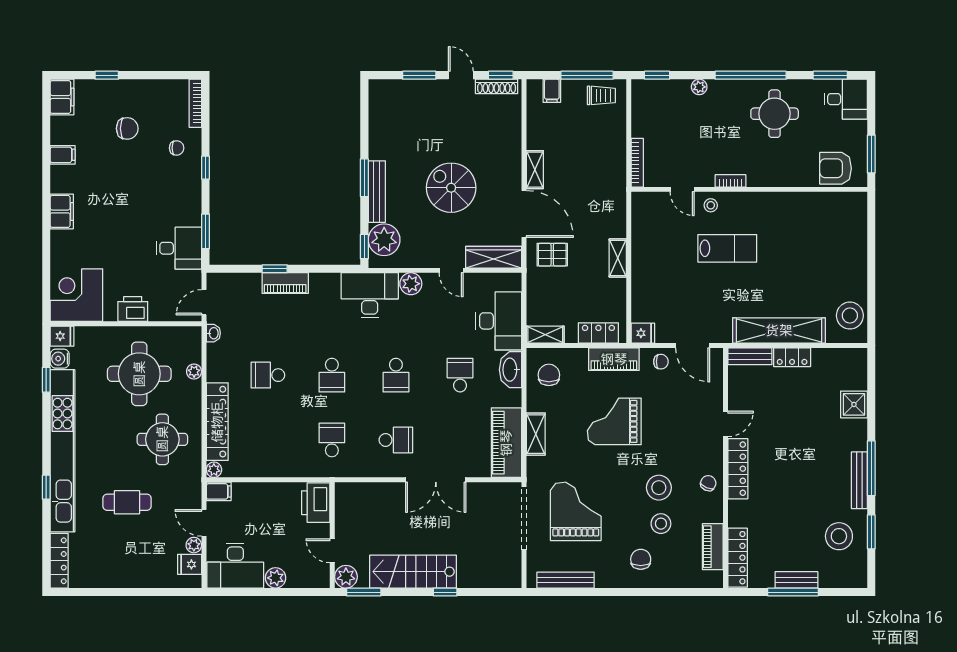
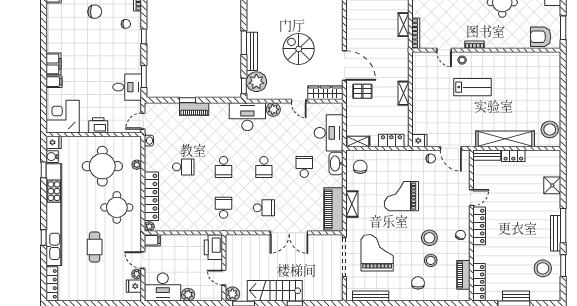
filing cabinet: (63, 155) -> (54, 82), moved
shelving: (535, 170) -> (404, 25), moved
piano: (614, 359) -> (401, 157), removed
school desk: (268, 375) -> (183, 167), turned 180
cafe table: (127, 502) -> (95, 247), turned 90

